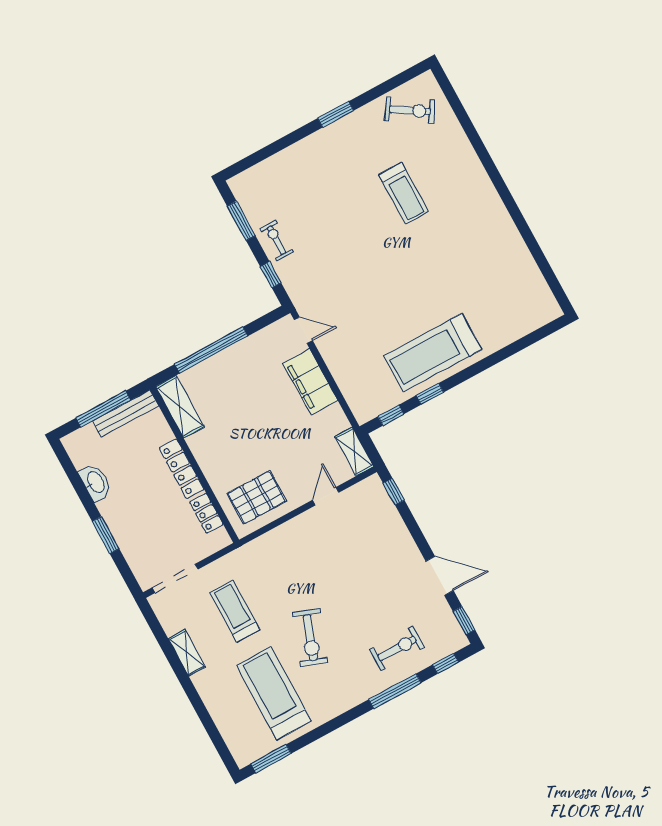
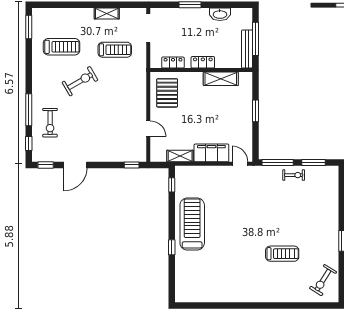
treadmill: (404, 193) -> (282, 254), turned 180
window: (271, 275) -> (278, 162), width x2.17
door: (303, 330) -> (240, 164), swing flipped
window: (211, 350) -> (256, 111), width x0.47
window: (430, 394) -> (172, 247), moved
shelving: (180, 407) -> (221, 79), moved
shelving: (354, 452) -> (180, 156), moved
locker: (182, 469) -> (203, 62), width x0.66
exercise bike: (310, 638) -> (80, 81), turned 130
treadmill: (274, 693) -> (62, 47), width x0.73, depth x0.73

